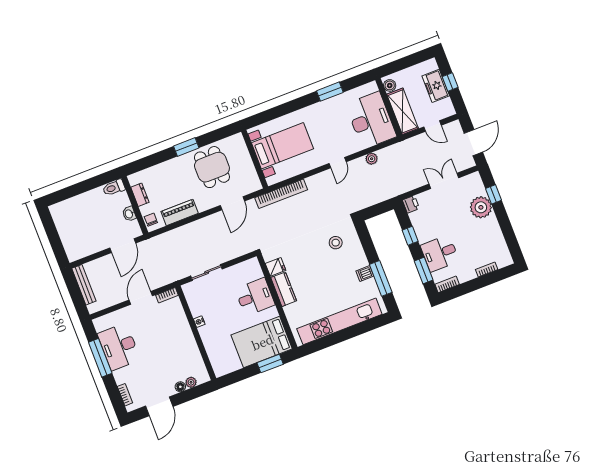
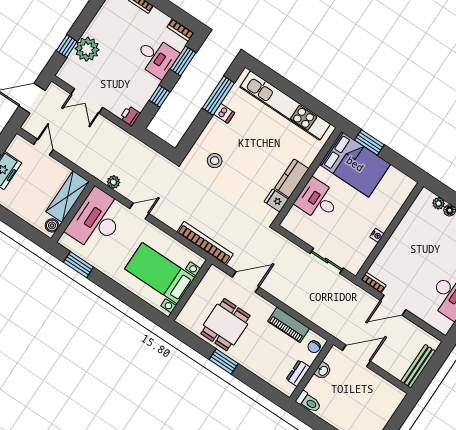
boiler: (390, 85) -> (52, 225), moved
wall: (389, 107) -> (73, 212), moved
shelving: (403, 111) -> (68, 197), moved
desk: (371, 120) -> (97, 220), moved

